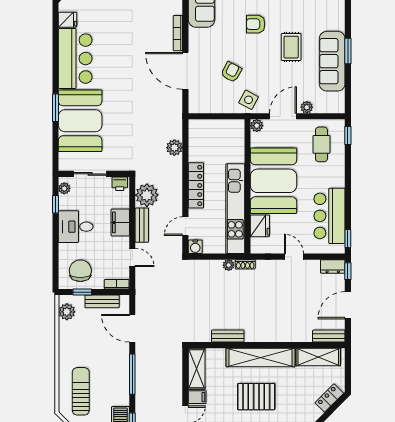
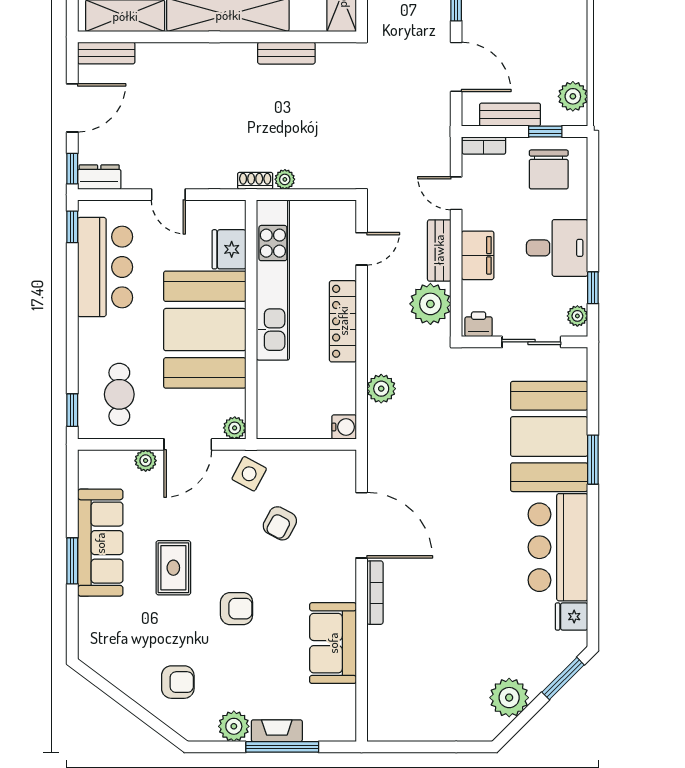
water cooler: (195, 247) -> (344, 427), moved, turned 90

